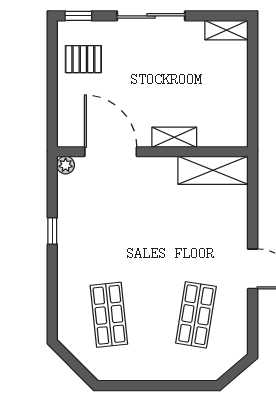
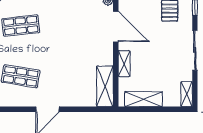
shelving: (235, 104) -> (143, 99), added
door: (111, 152) -> (116, 27), hinge flipped

